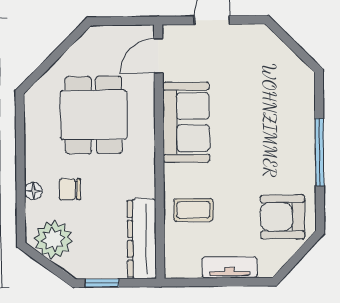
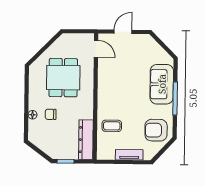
door: (158, 56) -> (96, 49), swing flipped
sofa: (186, 122) -> (162, 84), moved, turned 180
plant: (53, 240) -> (42, 139), removed

